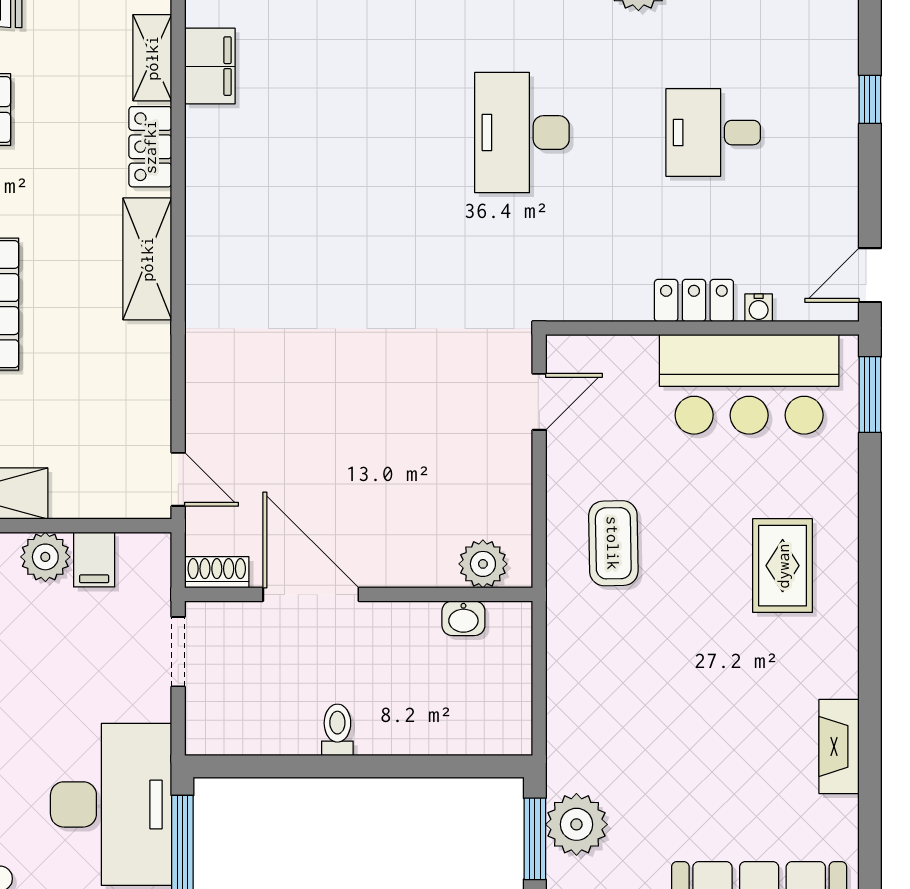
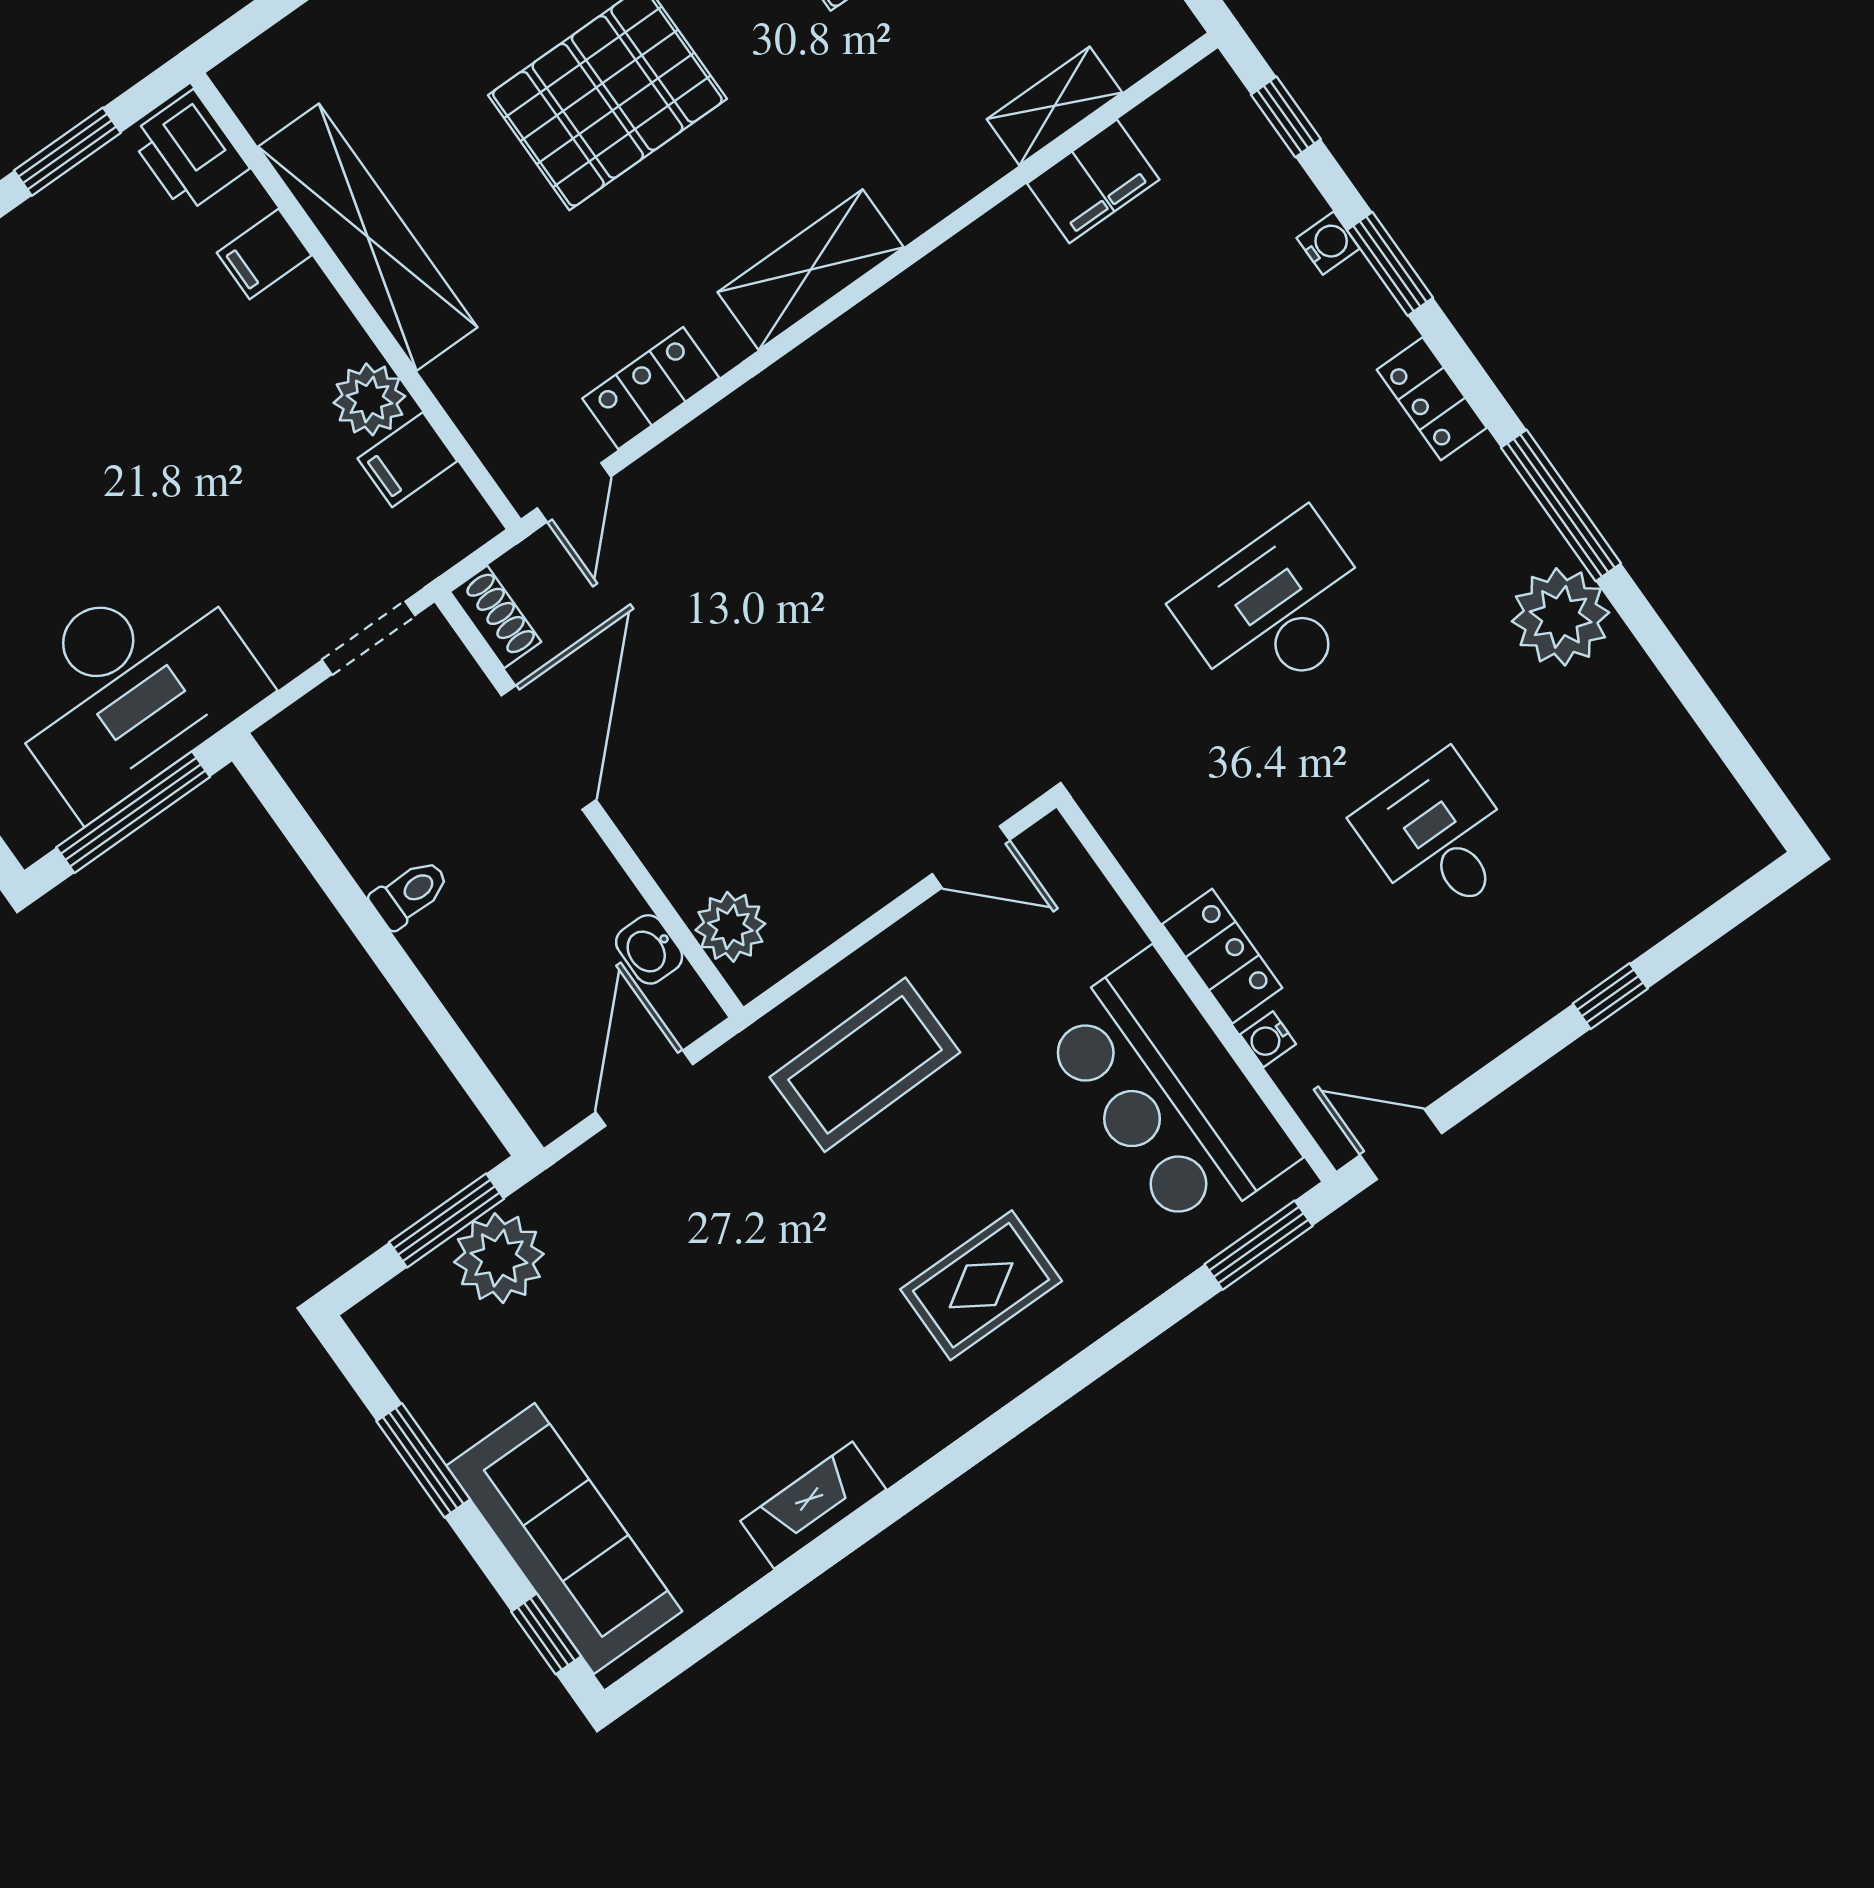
locker: (150, 147) -> (651, 388), moved
coffee table: (613, 543) -> (865, 1065), width x1.36, depth x1.32
door: (539, 676) -> (644, 1088), added

